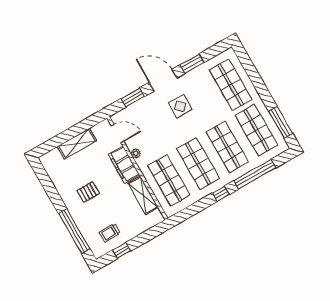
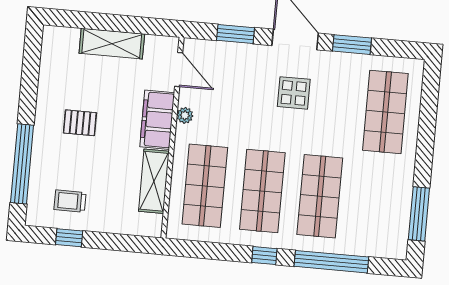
shop shelf: (257, 130) -> (377, 201), removed

